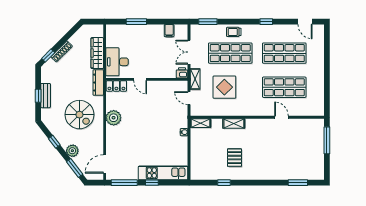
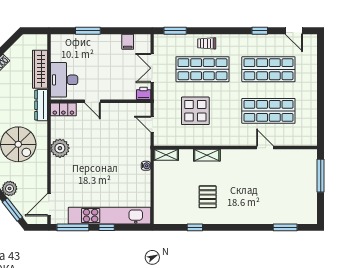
window: (266, 22) -> (260, 31), moved
shelving: (195, 79) -> (159, 101), removed
kitchen unit: (163, 173) -> (109, 216), width x1.36

